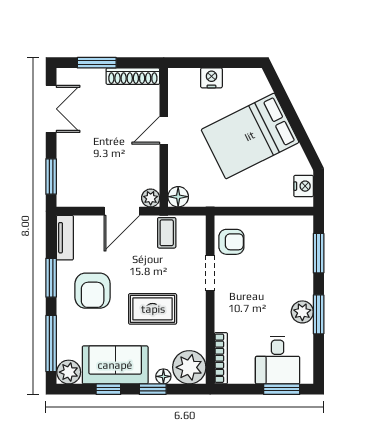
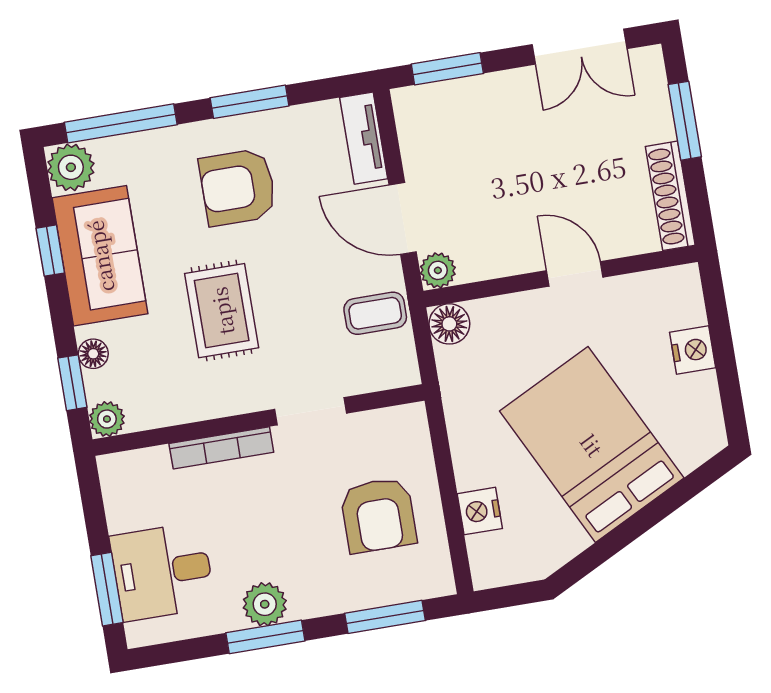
nightstand: (304, 186) -> (480, 511), moved, turned 90
tv unit: (65, 238) -> (364, 138), moved, turned 90
armchair: (231, 242) -> (378, 515), moved, width x1.38, depth x1.38
bookcase: (221, 358) -> (221, 448), moved
plant: (189, 367) -> (107, 419), width x0.53, depth x0.53
window: (153, 389) -> (72, 383), moved

